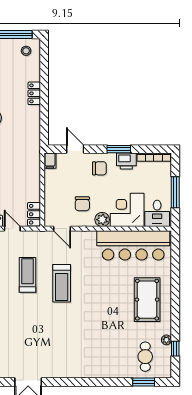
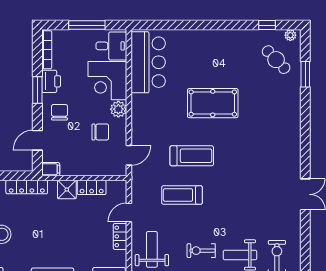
locker: (34, 140) -> (27, 187), added
shower: (32, 175) -> (67, 190), added
locker: (34, 214) -> (92, 187), moved
bar counter: (133, 245) -> (148, 62), width x0.73
pool table: (147, 300) -> (213, 103), moved
plant: (166, 340) -> (290, 35), moved
cafe table: (145, 357) -> (276, 60), turned 46
window: (144, 382) -> (305, 74), moved

